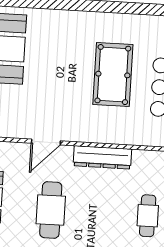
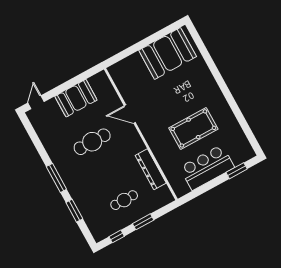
dresser: (102, 157) -> (151, 169), moved

